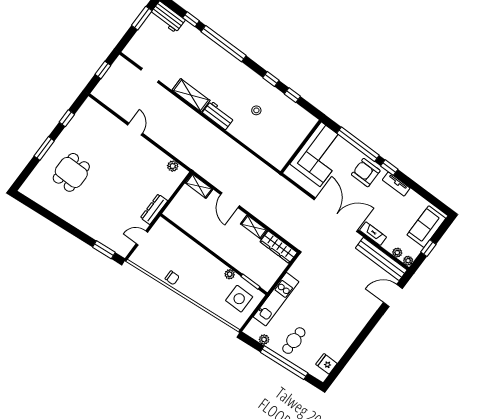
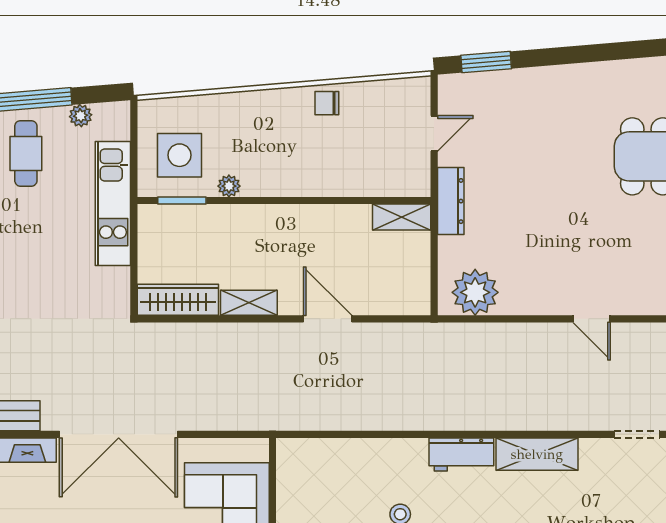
plant: (173, 166) -> (475, 292), width x1.87, depth x1.87
shelving: (199, 186) -> (402, 217), moved

